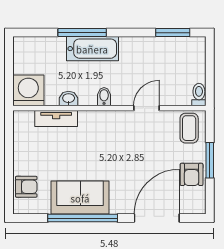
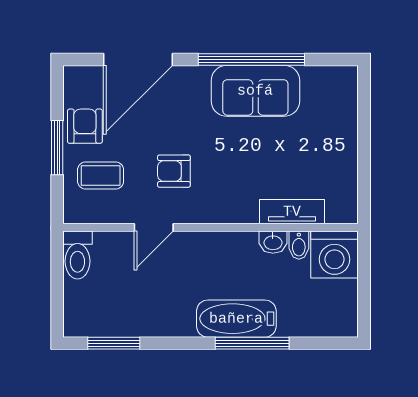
toilet: (199, 95) -> (77, 255), width x1.37, depth x1.39
bidet: (104, 97) -> (299, 245), moved
coffee table: (189, 128) -> (101, 176), moved, turned 90
armchair: (26, 187) -> (174, 171), moved

